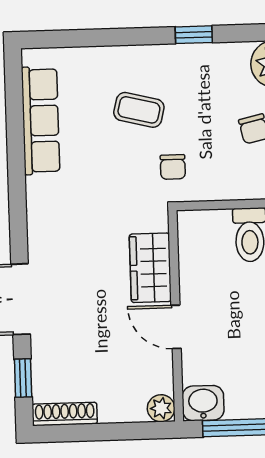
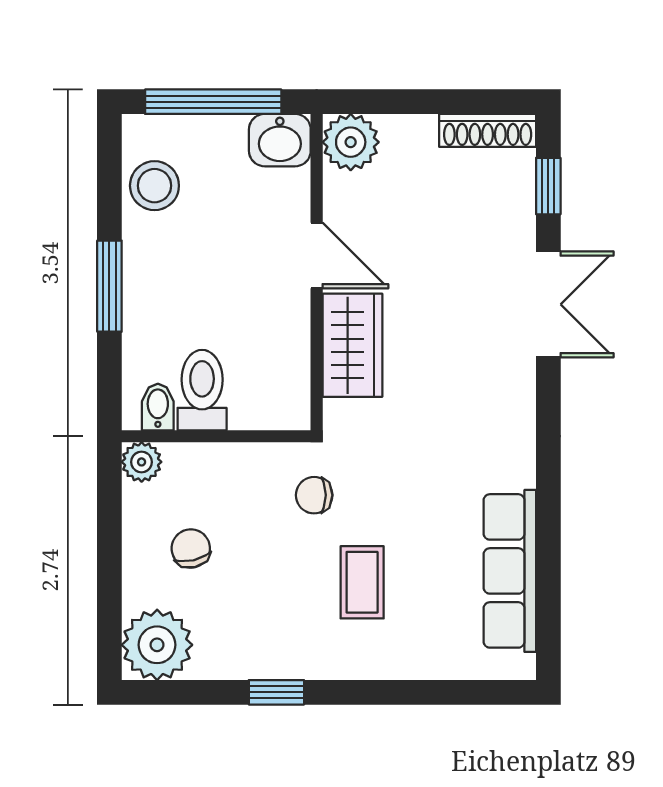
coffee table: (139, 110) -> (362, 582), turned 76
chair: (173, 167) -> (314, 495), turned -90
plant: (161, 408) -> (351, 142), width x1.38, depth x1.38

